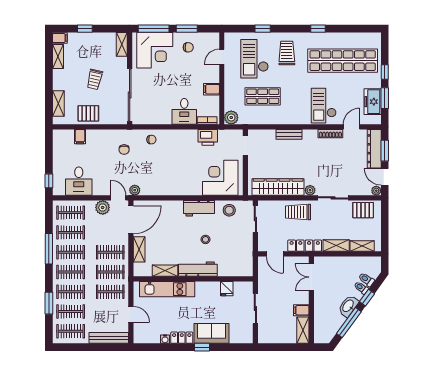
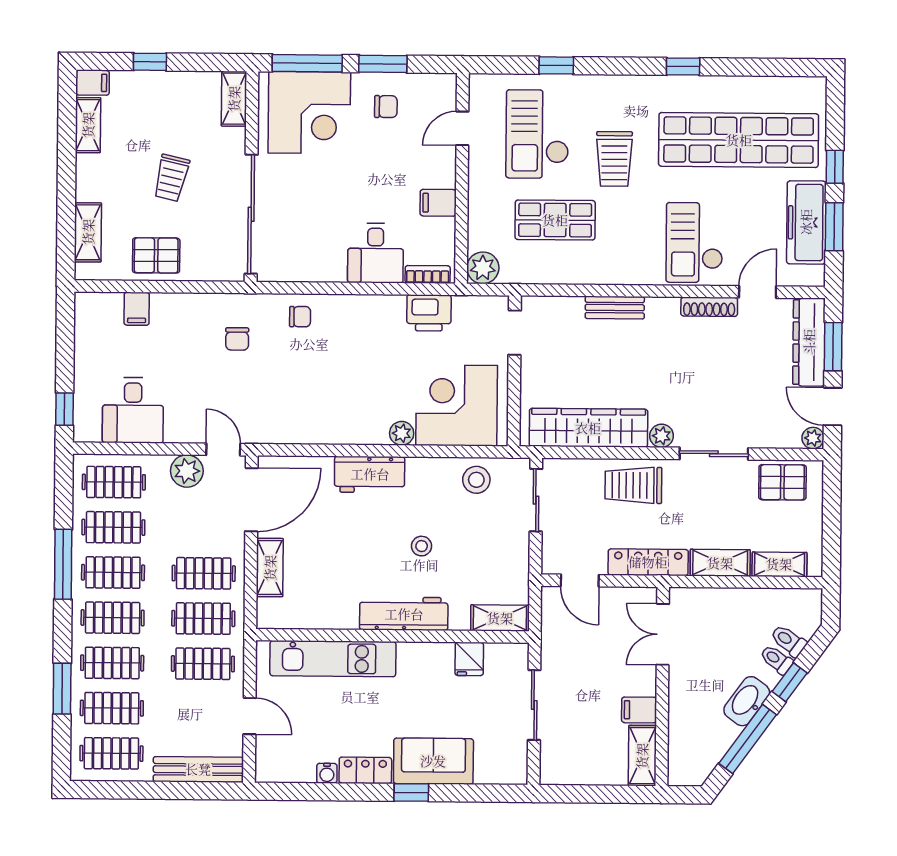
trolley: (287, 53) -> (614, 159), moved, turned 180
freezer: (373, 102) -> (806, 222), width x1.40
plant: (135, 190) -> (402, 433), moved
workbench: (199, 208) -> (370, 474), moved
shelving: (165, 271) -> (500, 618), moved

